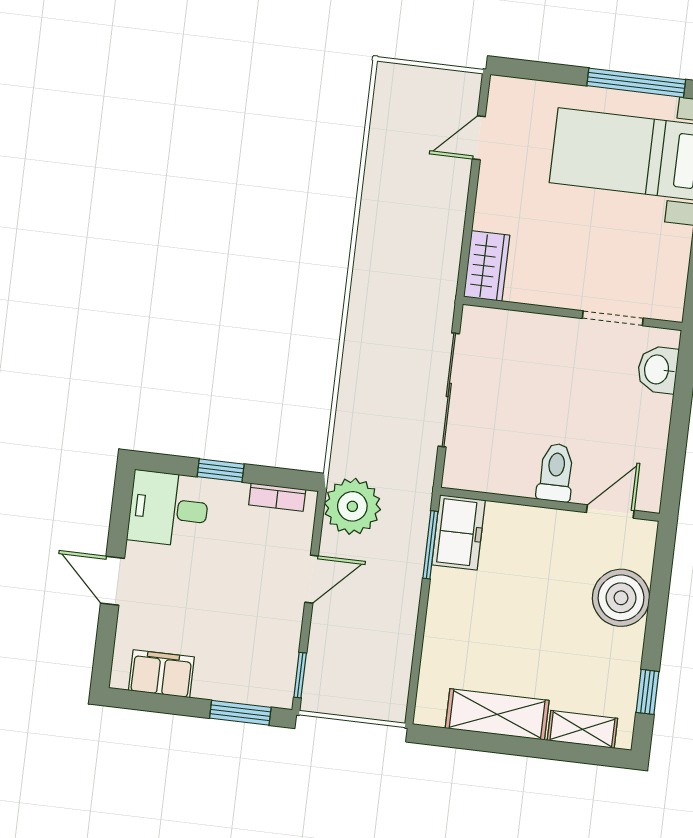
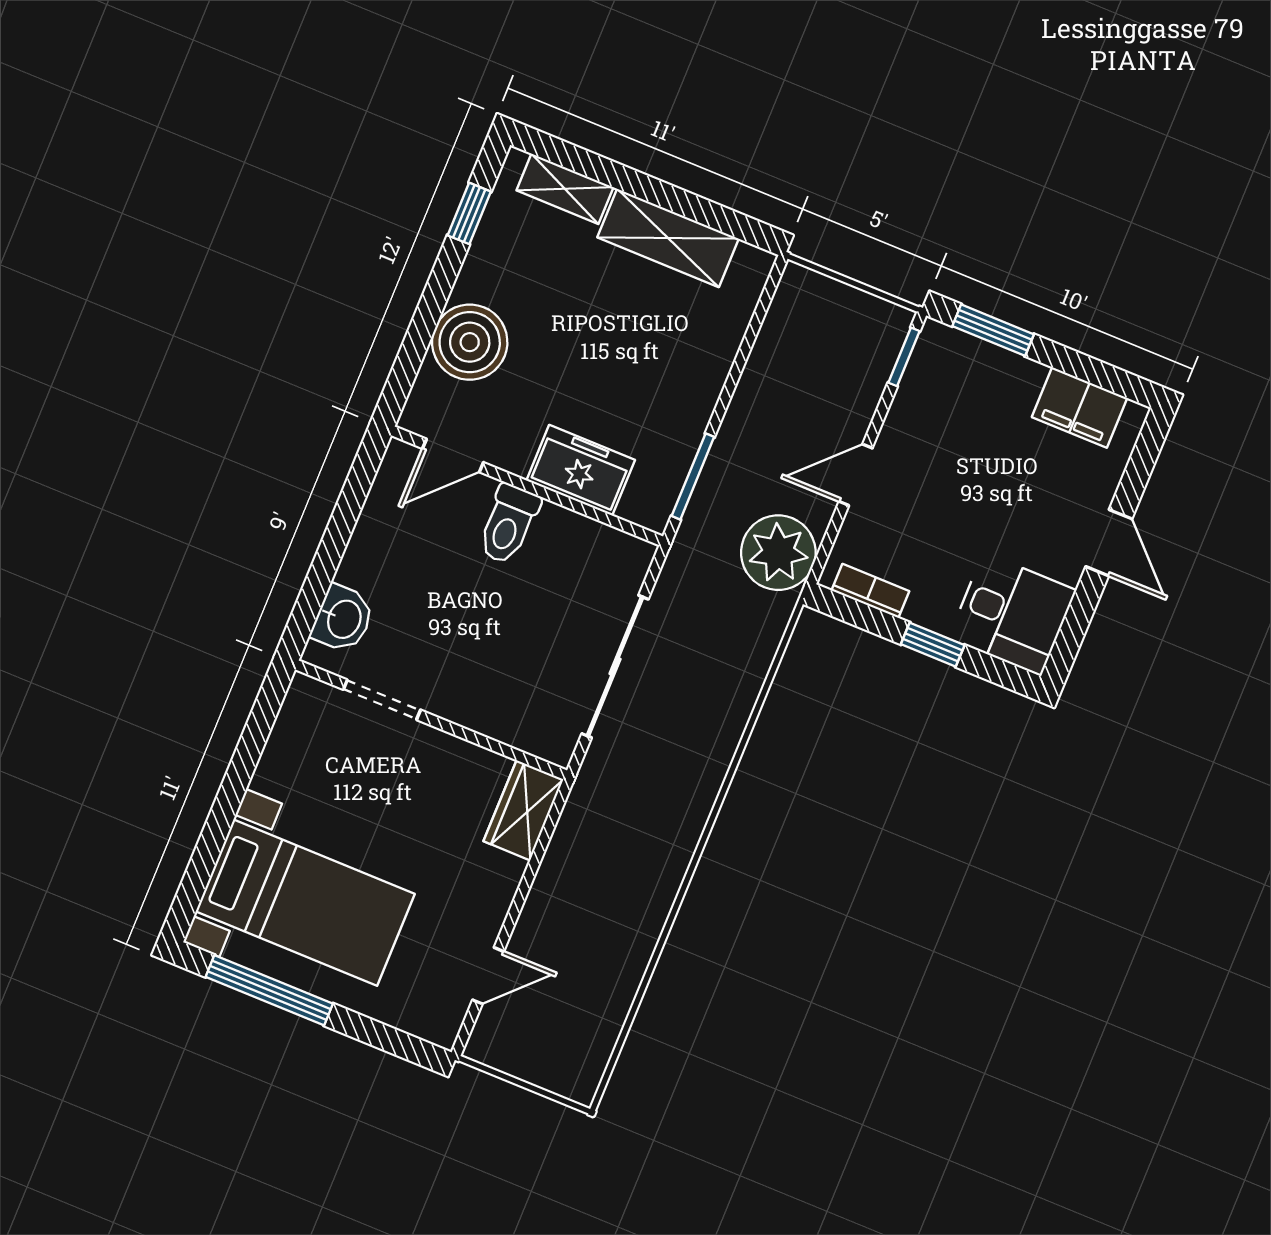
freezer: (458, 532) -> (581, 470), moved, turned 90

